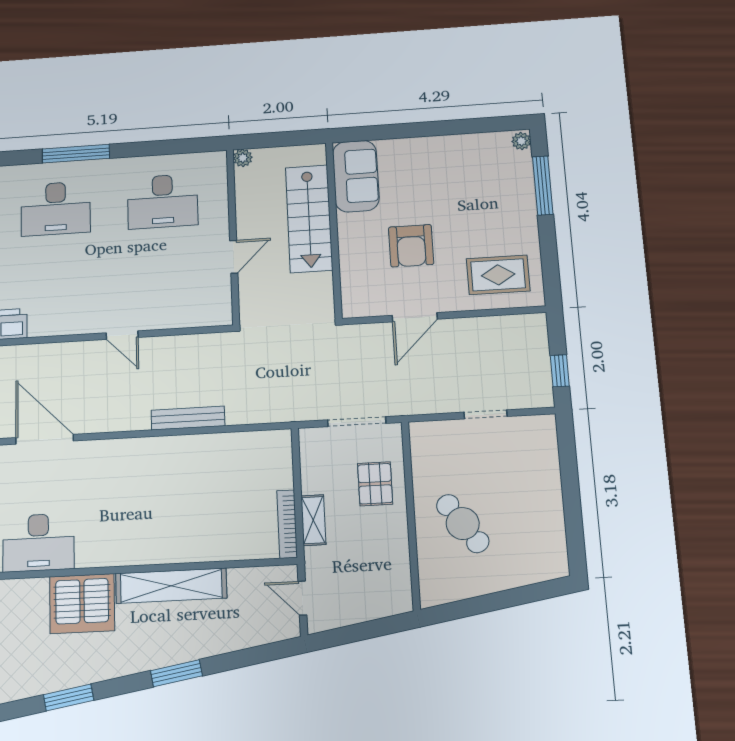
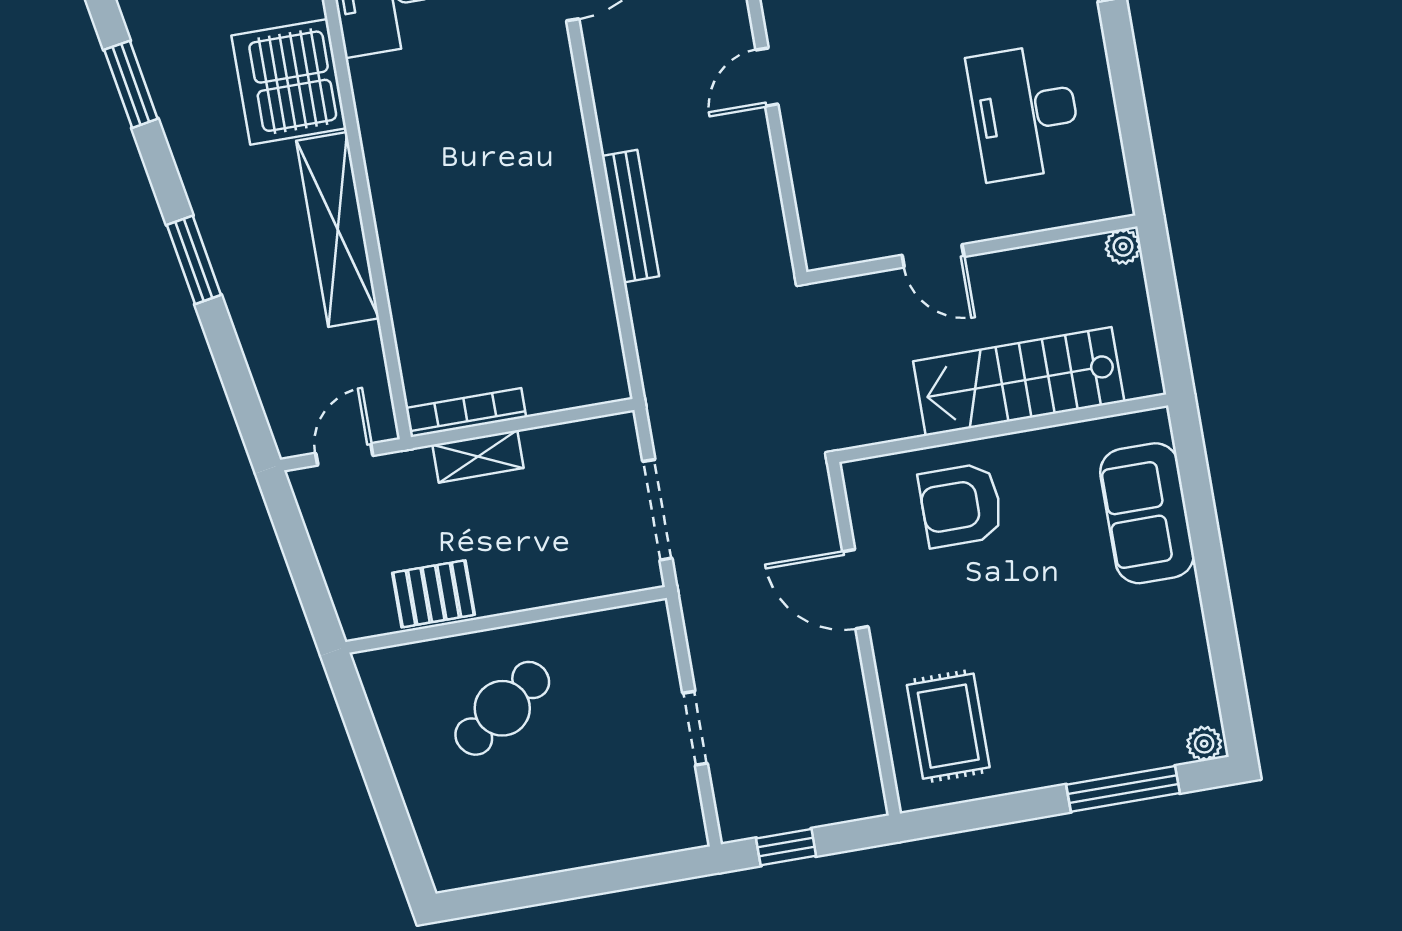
sofa: (356, 176) -> (1147, 513), moved, turned 90
armchair: (411, 246) -> (961, 505), moved
pallet: (375, 484) -> (434, 594), moved

